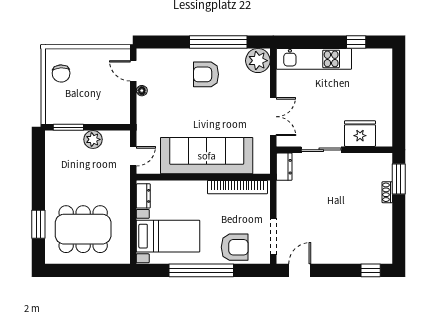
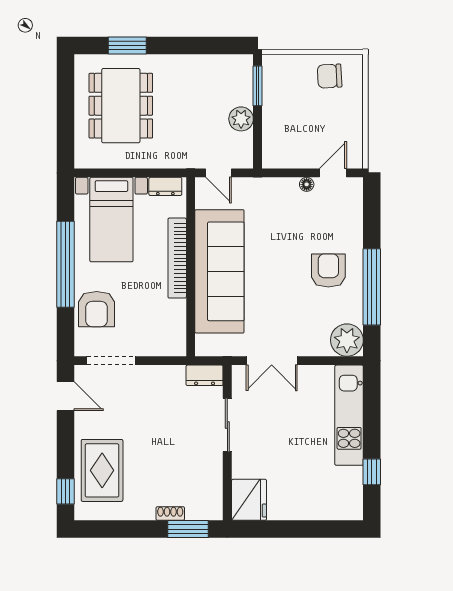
fridge: (360, 134) -> (249, 500), moved
bookcase: (237, 187) -> (177, 258), moved
rug: (355, 243) -> (102, 470), added

